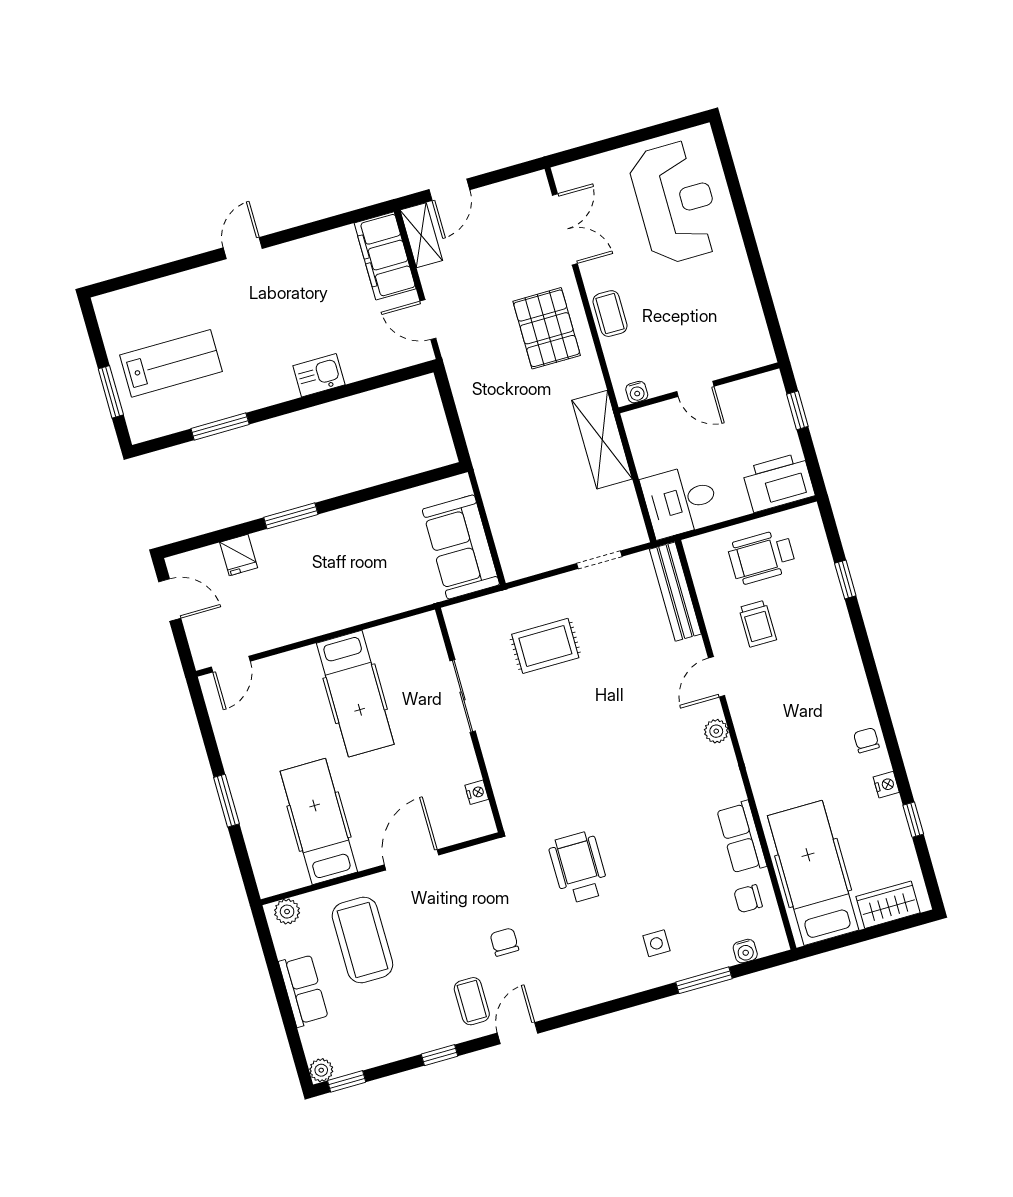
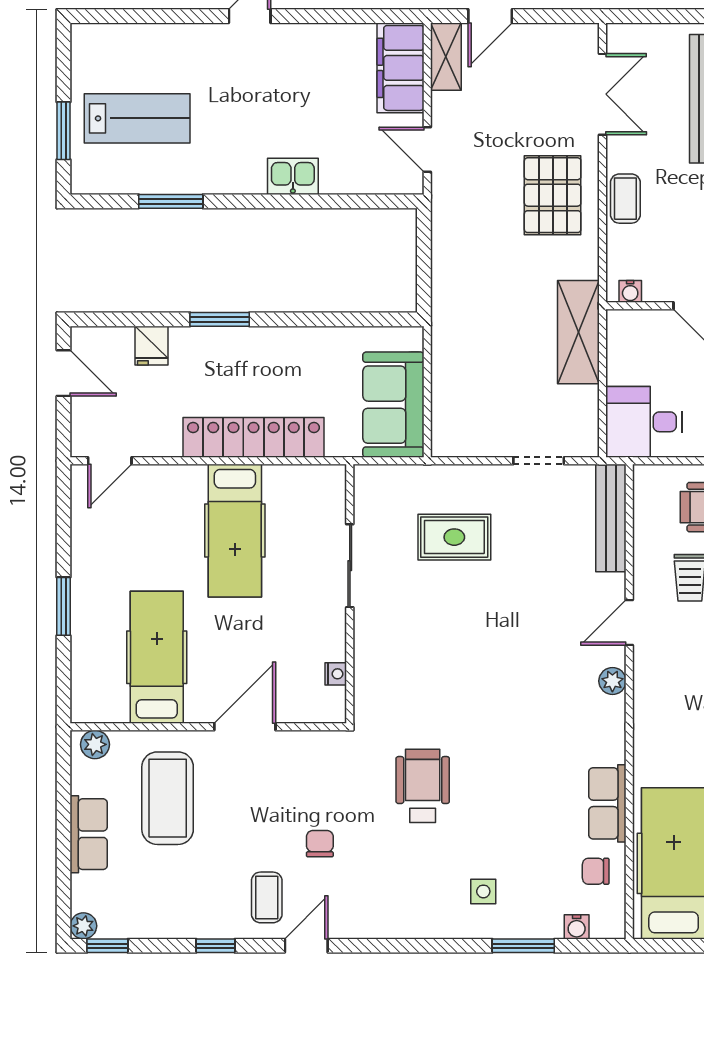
locker: (349, 609) -> (254, 437), added

